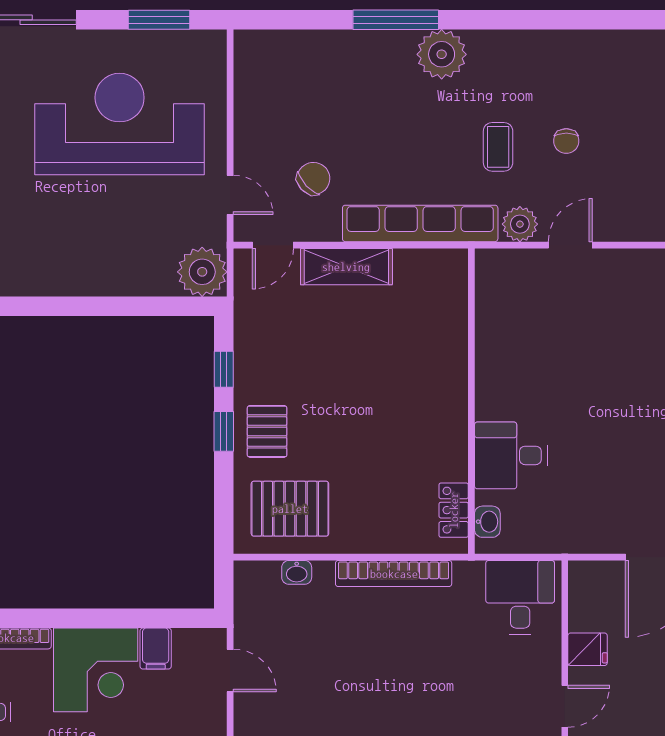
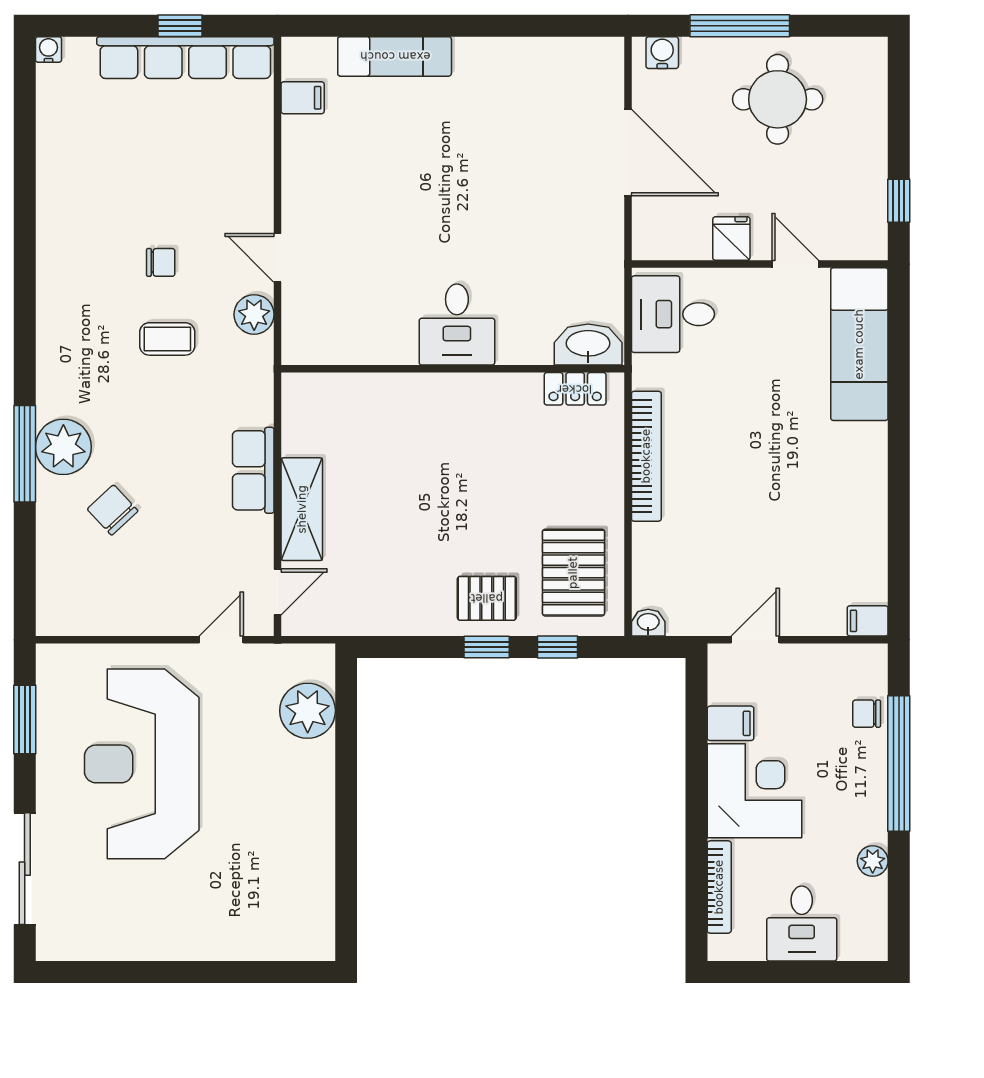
plant: (442, 54) -> (63, 447), moved
chair: (313, 179) -> (113, 510), moved
row of seats: (420, 223) -> (253, 470), width x0.50
door: (273, 245) -> (278, 592), hinge flipped
plant: (202, 272) -> (308, 711), moved
window: (224, 369) -> (558, 647), moved
desk: (511, 455) -> (457, 325), moved
washbasin: (487, 522) -> (588, 345), width x1.91, depth x1.45
washbasin: (297, 572) -> (648, 623), moved, turned -90

